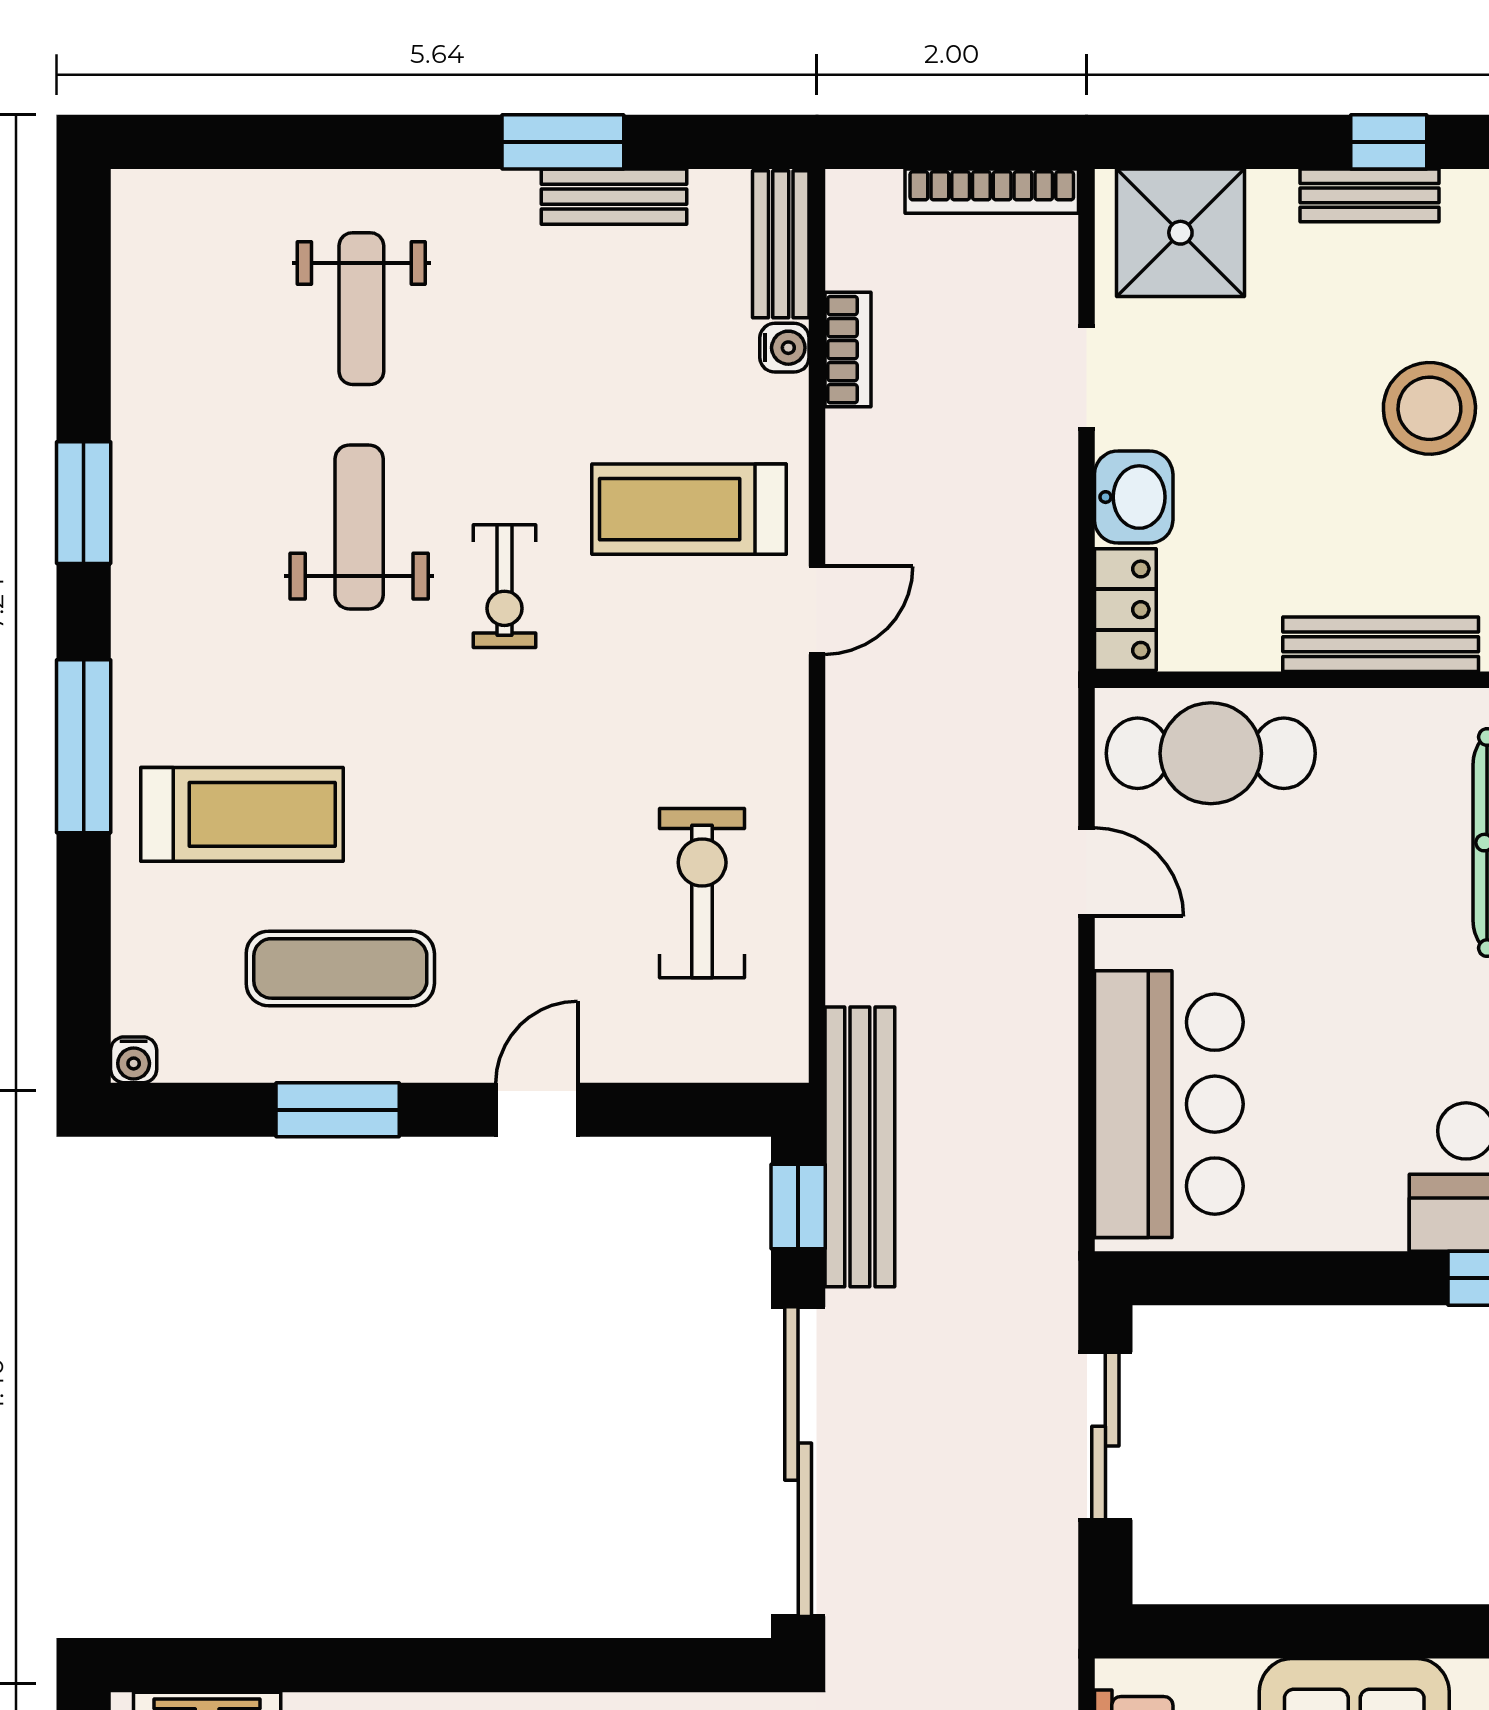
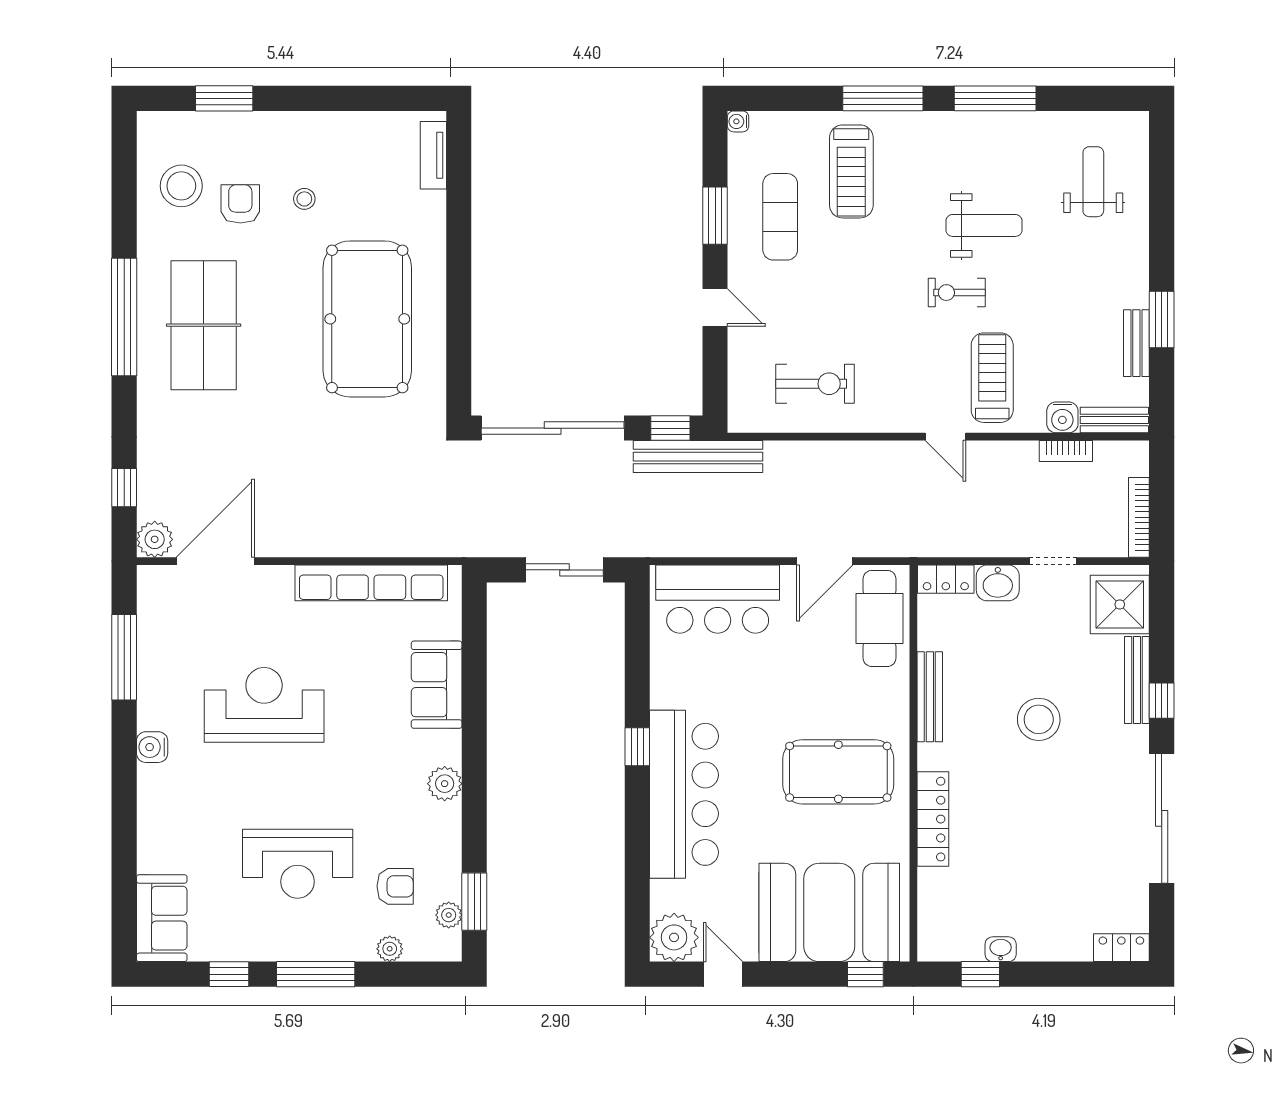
bench: (1370, 195) -> (1137, 680), width x1.36
weight bench: (361, 309) -> (1093, 182), moved, turned 90
water cooler: (784, 348) -> (1062, 417), width x1.38, depth x1.38
window: (84, 503) -> (995, 98), width x1.44
door: (1087, 872) -> (825, 561), width x1.38

